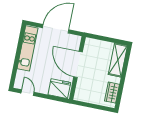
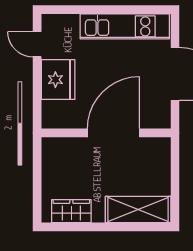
fridge: (59, 89) -> (58, 80), moved
door: (28, 93) -> (37, 44), swing flipped

